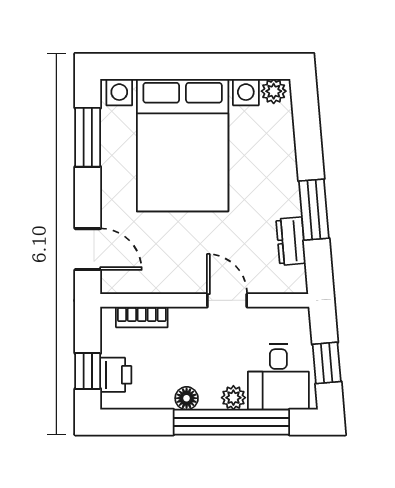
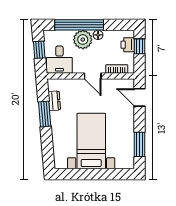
plant: (274, 91) -> (61, 164), removed
bed with nightstands: (183, 145) -> (91, 141), width x0.73
door: (227, 300) -> (93, 76), moved
desk: (278, 377) -> (59, 60), moved, turned 180
plant: (233, 398) -> (83, 40), width x1.88, depth x1.88

